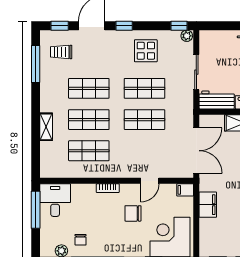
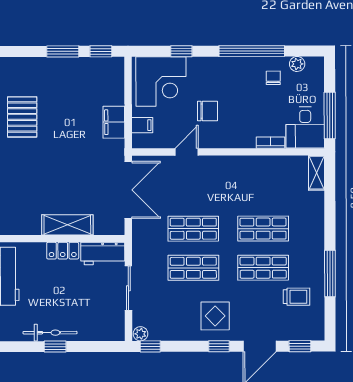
display table: (146, 51) -> (215, 316), moved
trolley: (61, 52) -> (297, 297), moved
window: (36, 64) -> (330, 274), moved
shelving: (46, 127) -> (317, 173), moved
shop shelf: (89, 151) -> (263, 189), removed
double door: (196, 151) -> (128, 190), swing flipped
bookcase: (108, 188) -> (271, 143), moved
filing cabinet: (185, 190) -> (142, 125), moved

